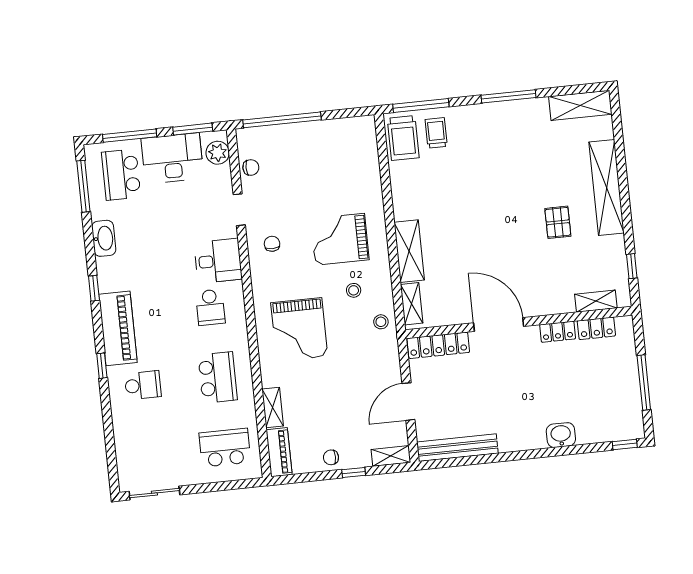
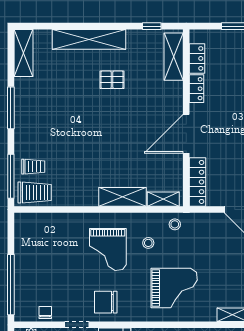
trolley: (436, 133) -> (33, 167), turned 180
chair: (272, 244) -> (106, 302), width x1.87, depth x1.87
shelving: (596, 301) -> (174, 57), width x1.50, depth x1.33

